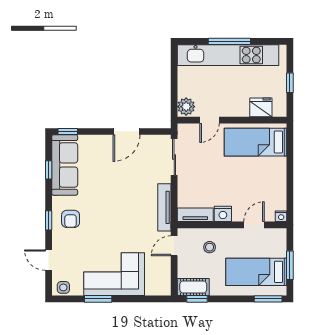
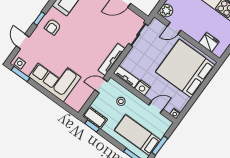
bed: (256, 142) -> (185, 69), width x2.04
window: (98, 299) -> (21, 74), moved

